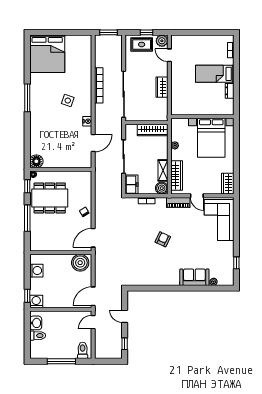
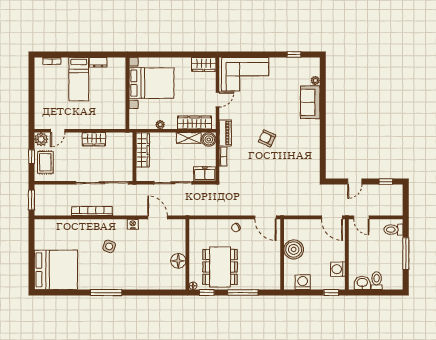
floor lamp: (36, 161) -> (178, 261), moved
piano: (178, 202) -> (225, 133), moved
boiler: (80, 263) -> (294, 249), moved
washing machine: (36, 302) -> (338, 269), moved

